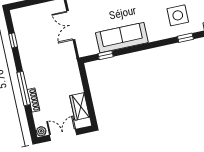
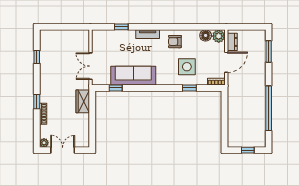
double door: (71, 25) -> (90, 66), moved
window: (24, 88) -> (37, 102), width x0.46
wardrobe: (80, 106) -> (83, 101), moved

